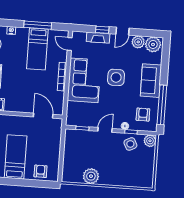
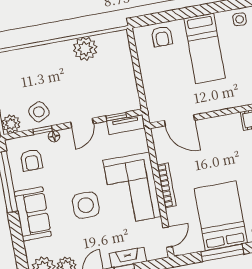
door: (70, 44) -> (168, 237), hinge flipped
bed: (37, 49) -> (221, 216), width x1.50
tv unit: (78, 122) -> (126, 125), added

